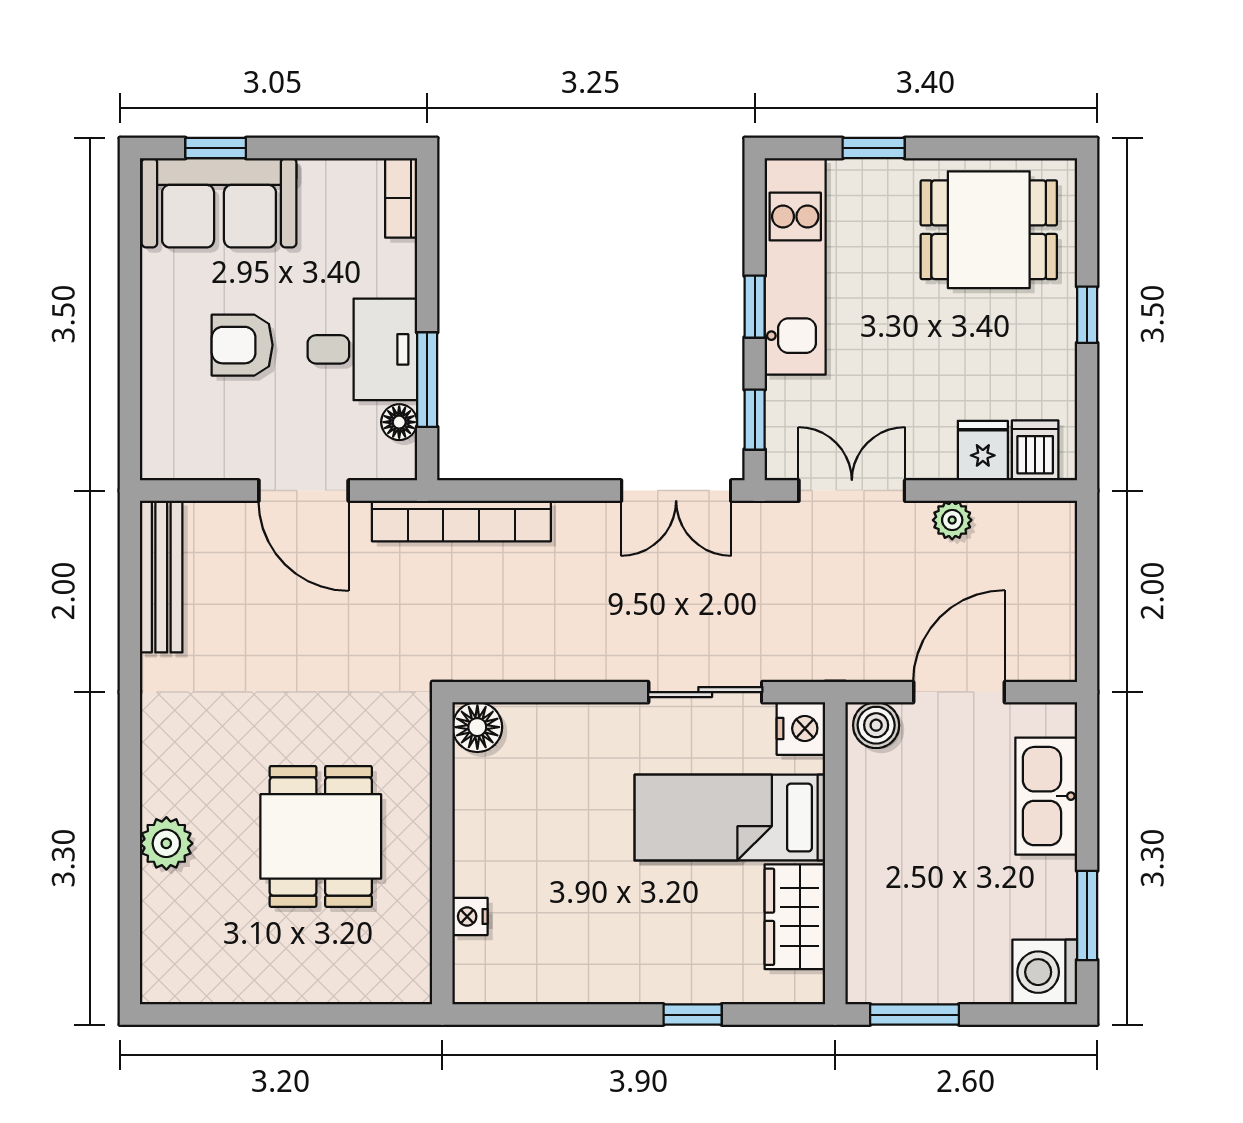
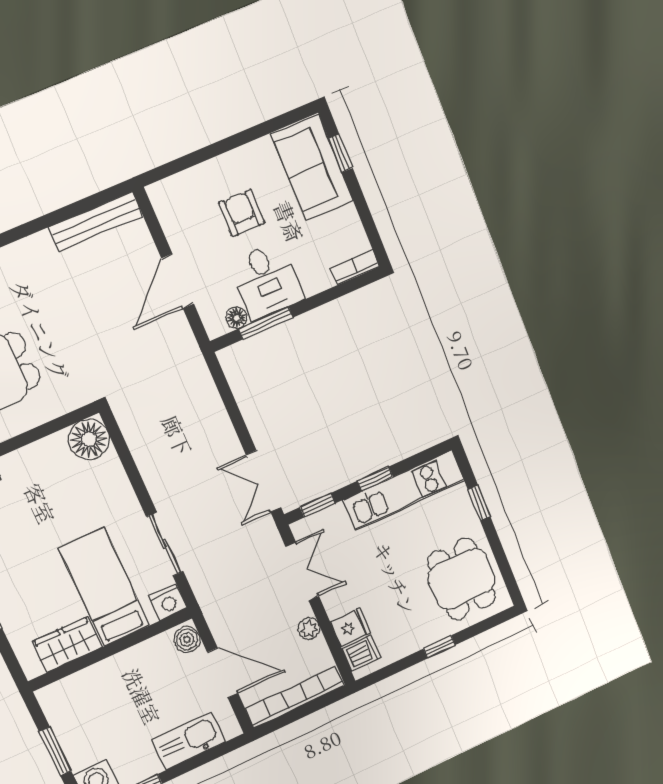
bookcase: (461, 521) -> (295, 697), moved, turned 90
floor lamp: (477, 727) -> (89, 439), width x1.38, depth x1.38
window: (914, 1015) -> (55, 752), moved

